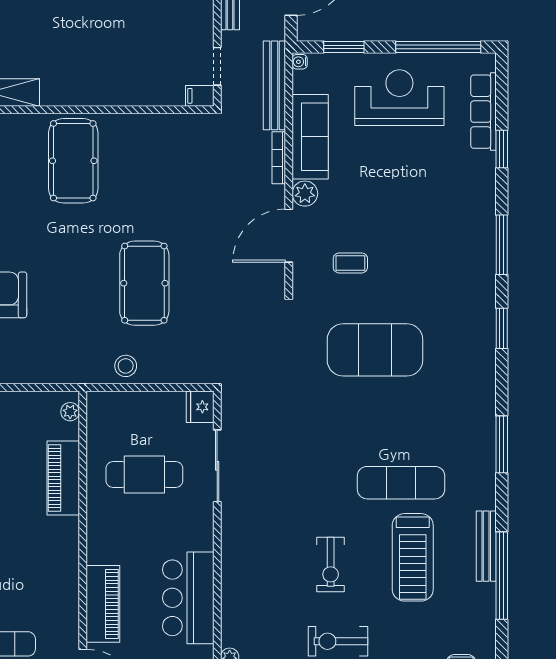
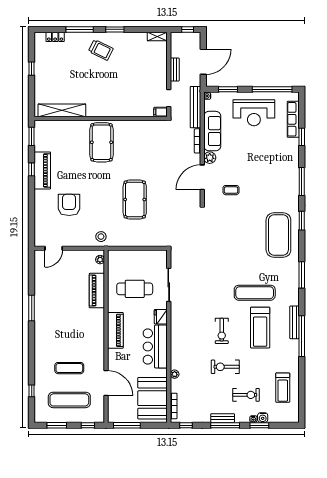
reception desk: (399, 98) -> (254, 113), turned 180
exercise mat: (375, 350) -> (278, 235), moved, turned 90
stool: (126, 366) -> (101, 237), moved
fridge: (200, 407) -> (161, 317), moved
piano: (103, 604) -> (115, 330), moved

